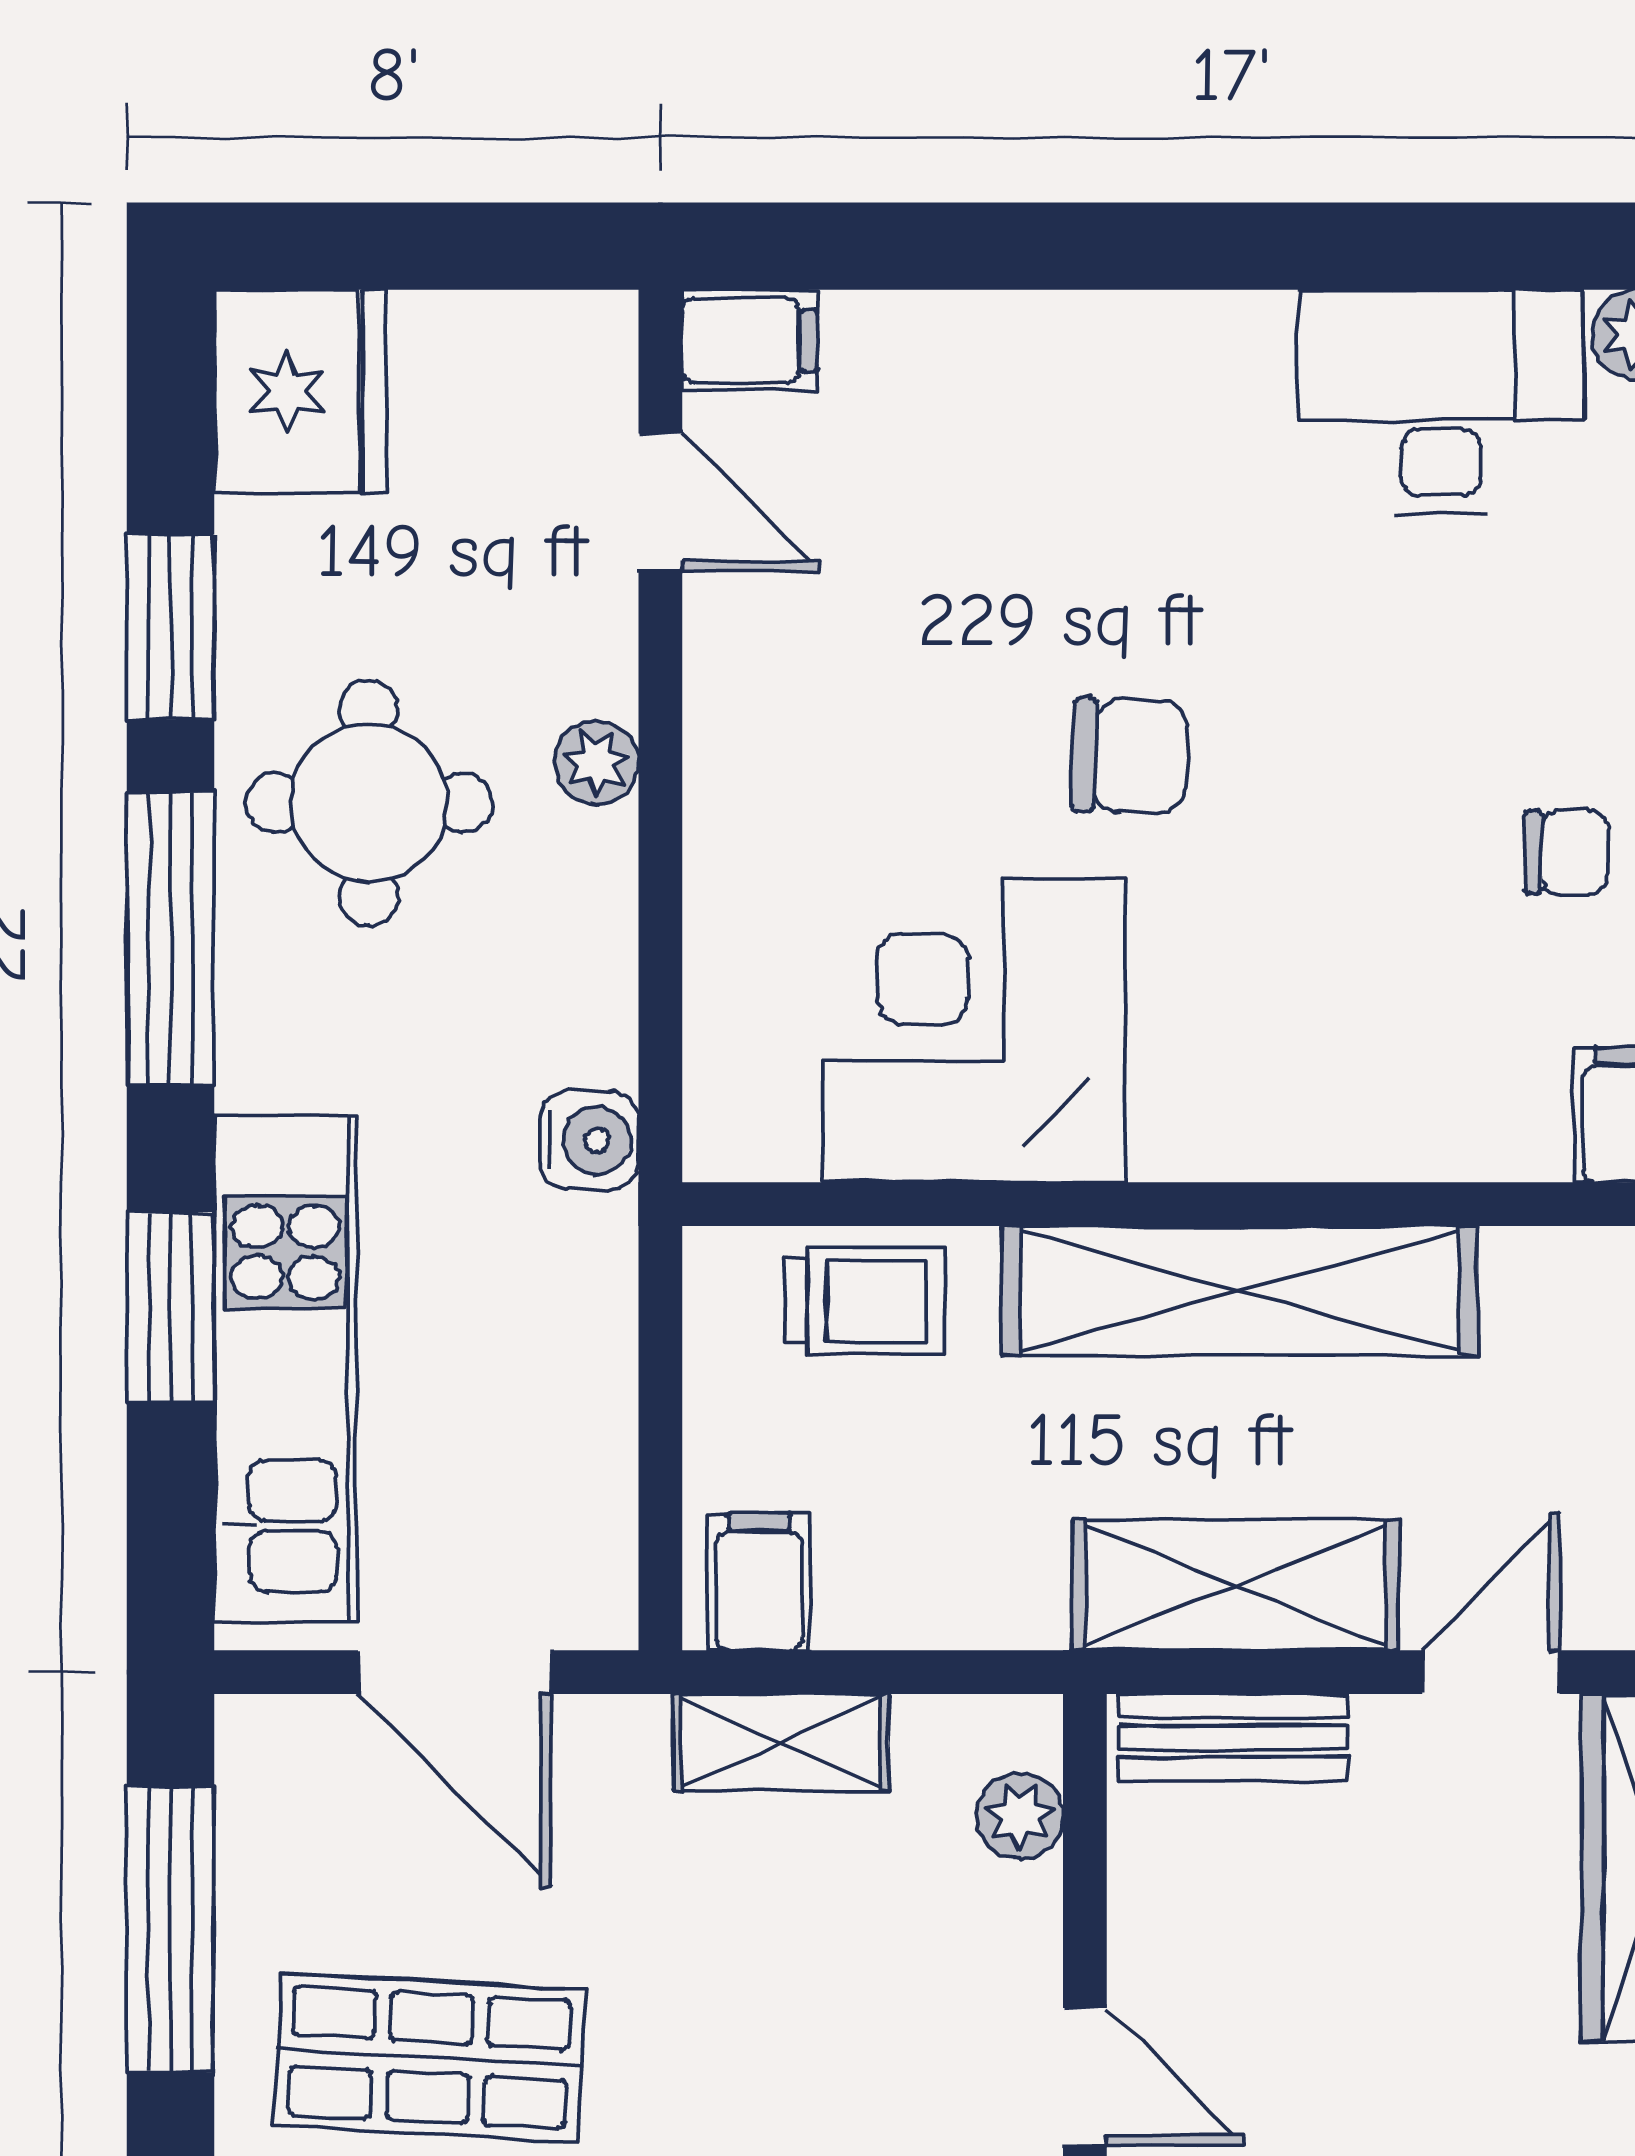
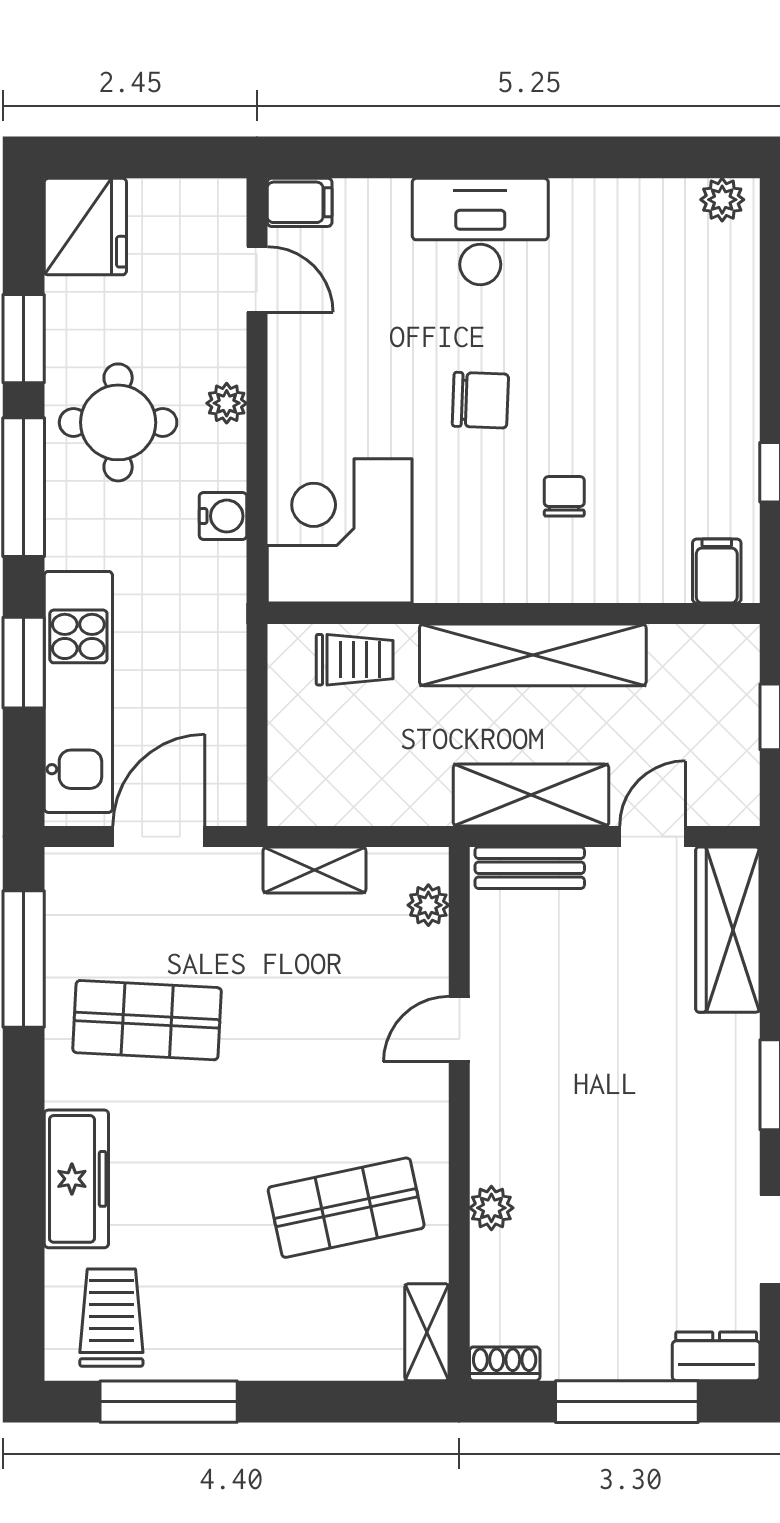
desk: (1441, 402) -> (480, 231), moved
chair: (1566, 852) -> (564, 496), moved, turned -90
corner desk: (974, 1030) -> (340, 531), moved
water cooler: (589, 1141) -> (223, 516), moved
filing cabinet: (759, 1582) -> (304, 794), removed
door: (454, 1672) -> (159, 837), swing flipped
door: (1085, 2076) -> (459, 1029), swing flipped

